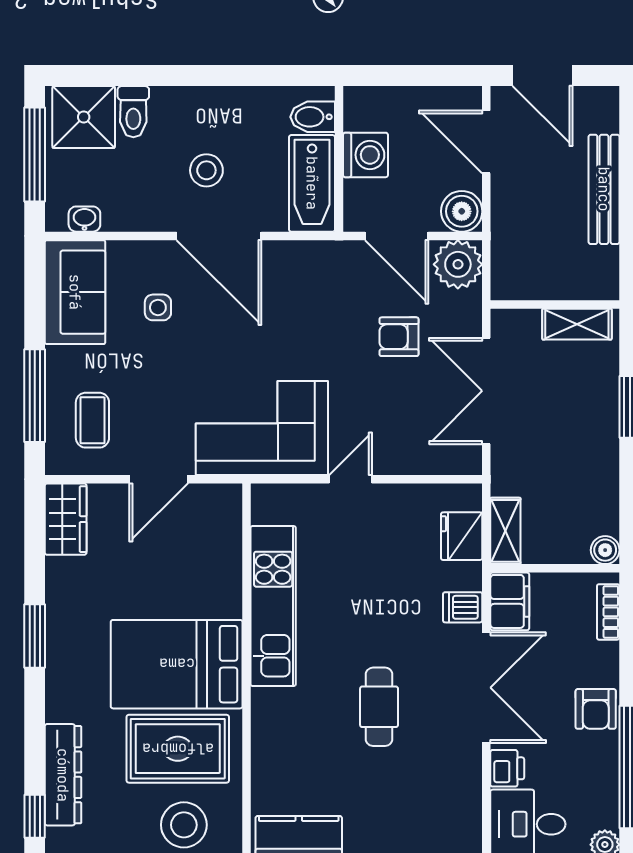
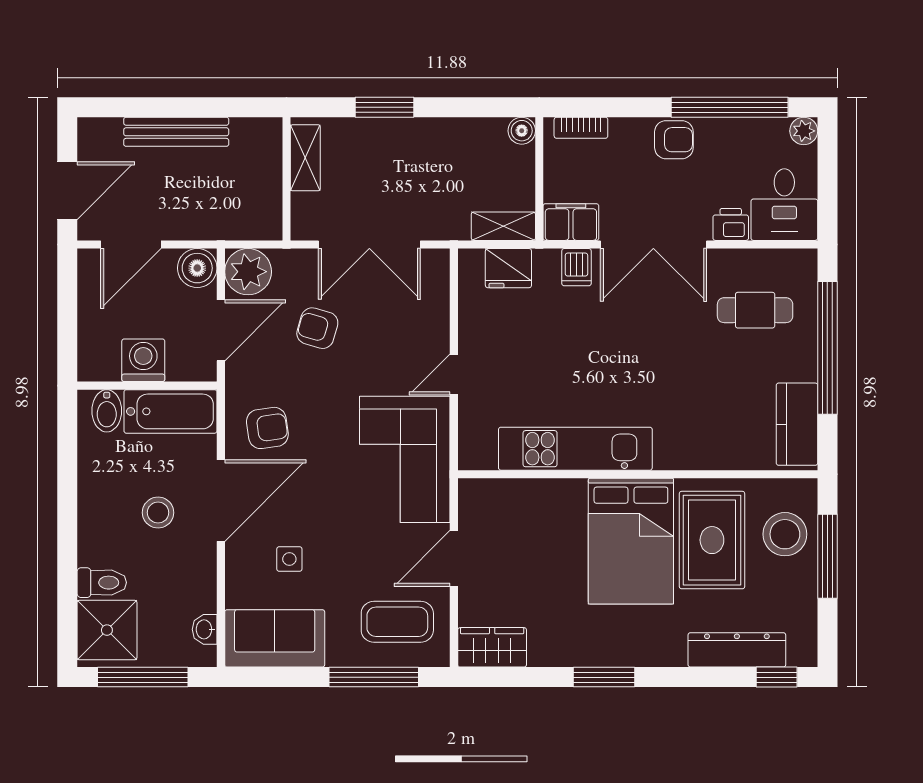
armchair: (295, 285) -> (267, 428), added
armchair: (399, 337) -> (317, 328), turned 106
coffee table: (92, 420) -> (397, 622), width x1.36, depth x1.30
door: (159, 479) -> (454, 558), swing flipped
door: (351, 479) -> (454, 374), hinge flipped
double door: (486, 688) -> (653, 244), swing flipped
cafe table: (379, 707) -> (755, 310), moved

